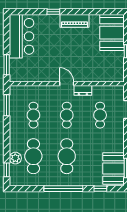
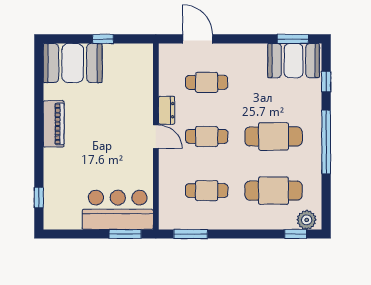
window: (53, 12) -> (39, 197), moved
bar counter: (22, 36) -> (118, 210), moved
door: (67, 84) -> (156, 137), swing flipped
plant: (15, 158) -> (307, 220), moved

